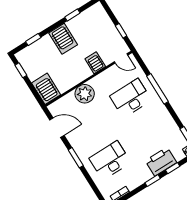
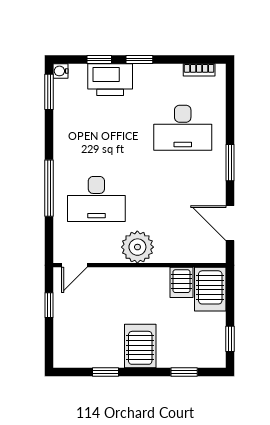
door: (121, 58) -> (74, 265), swing flipped
server rack: (95, 63) -> (181, 282), moved
plant: (85, 94) -> (137, 247), moved

